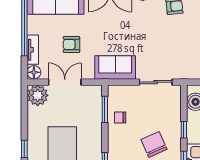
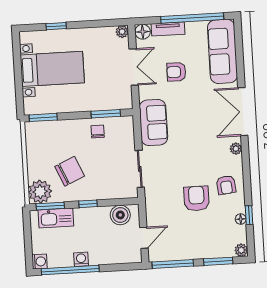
armchair: (185, 33) -> (196, 199), added
armchair: (71, 44) -> (176, 72), turned -89
plant: (38, 95) -> (122, 32), width x0.53, depth x0.53

